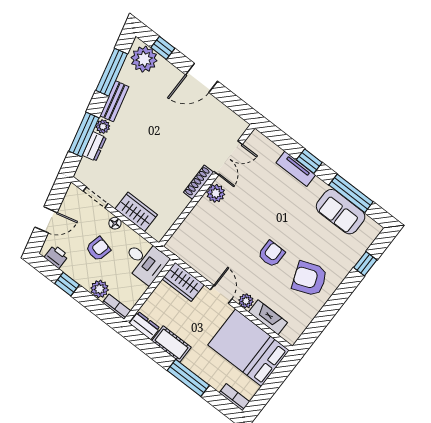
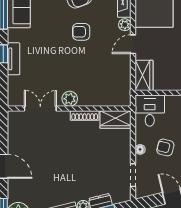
shoe rack: (199, 182) -> (85, 116), moved
wardrobe: (136, 212) -> (115, 120), moved, turned -90

